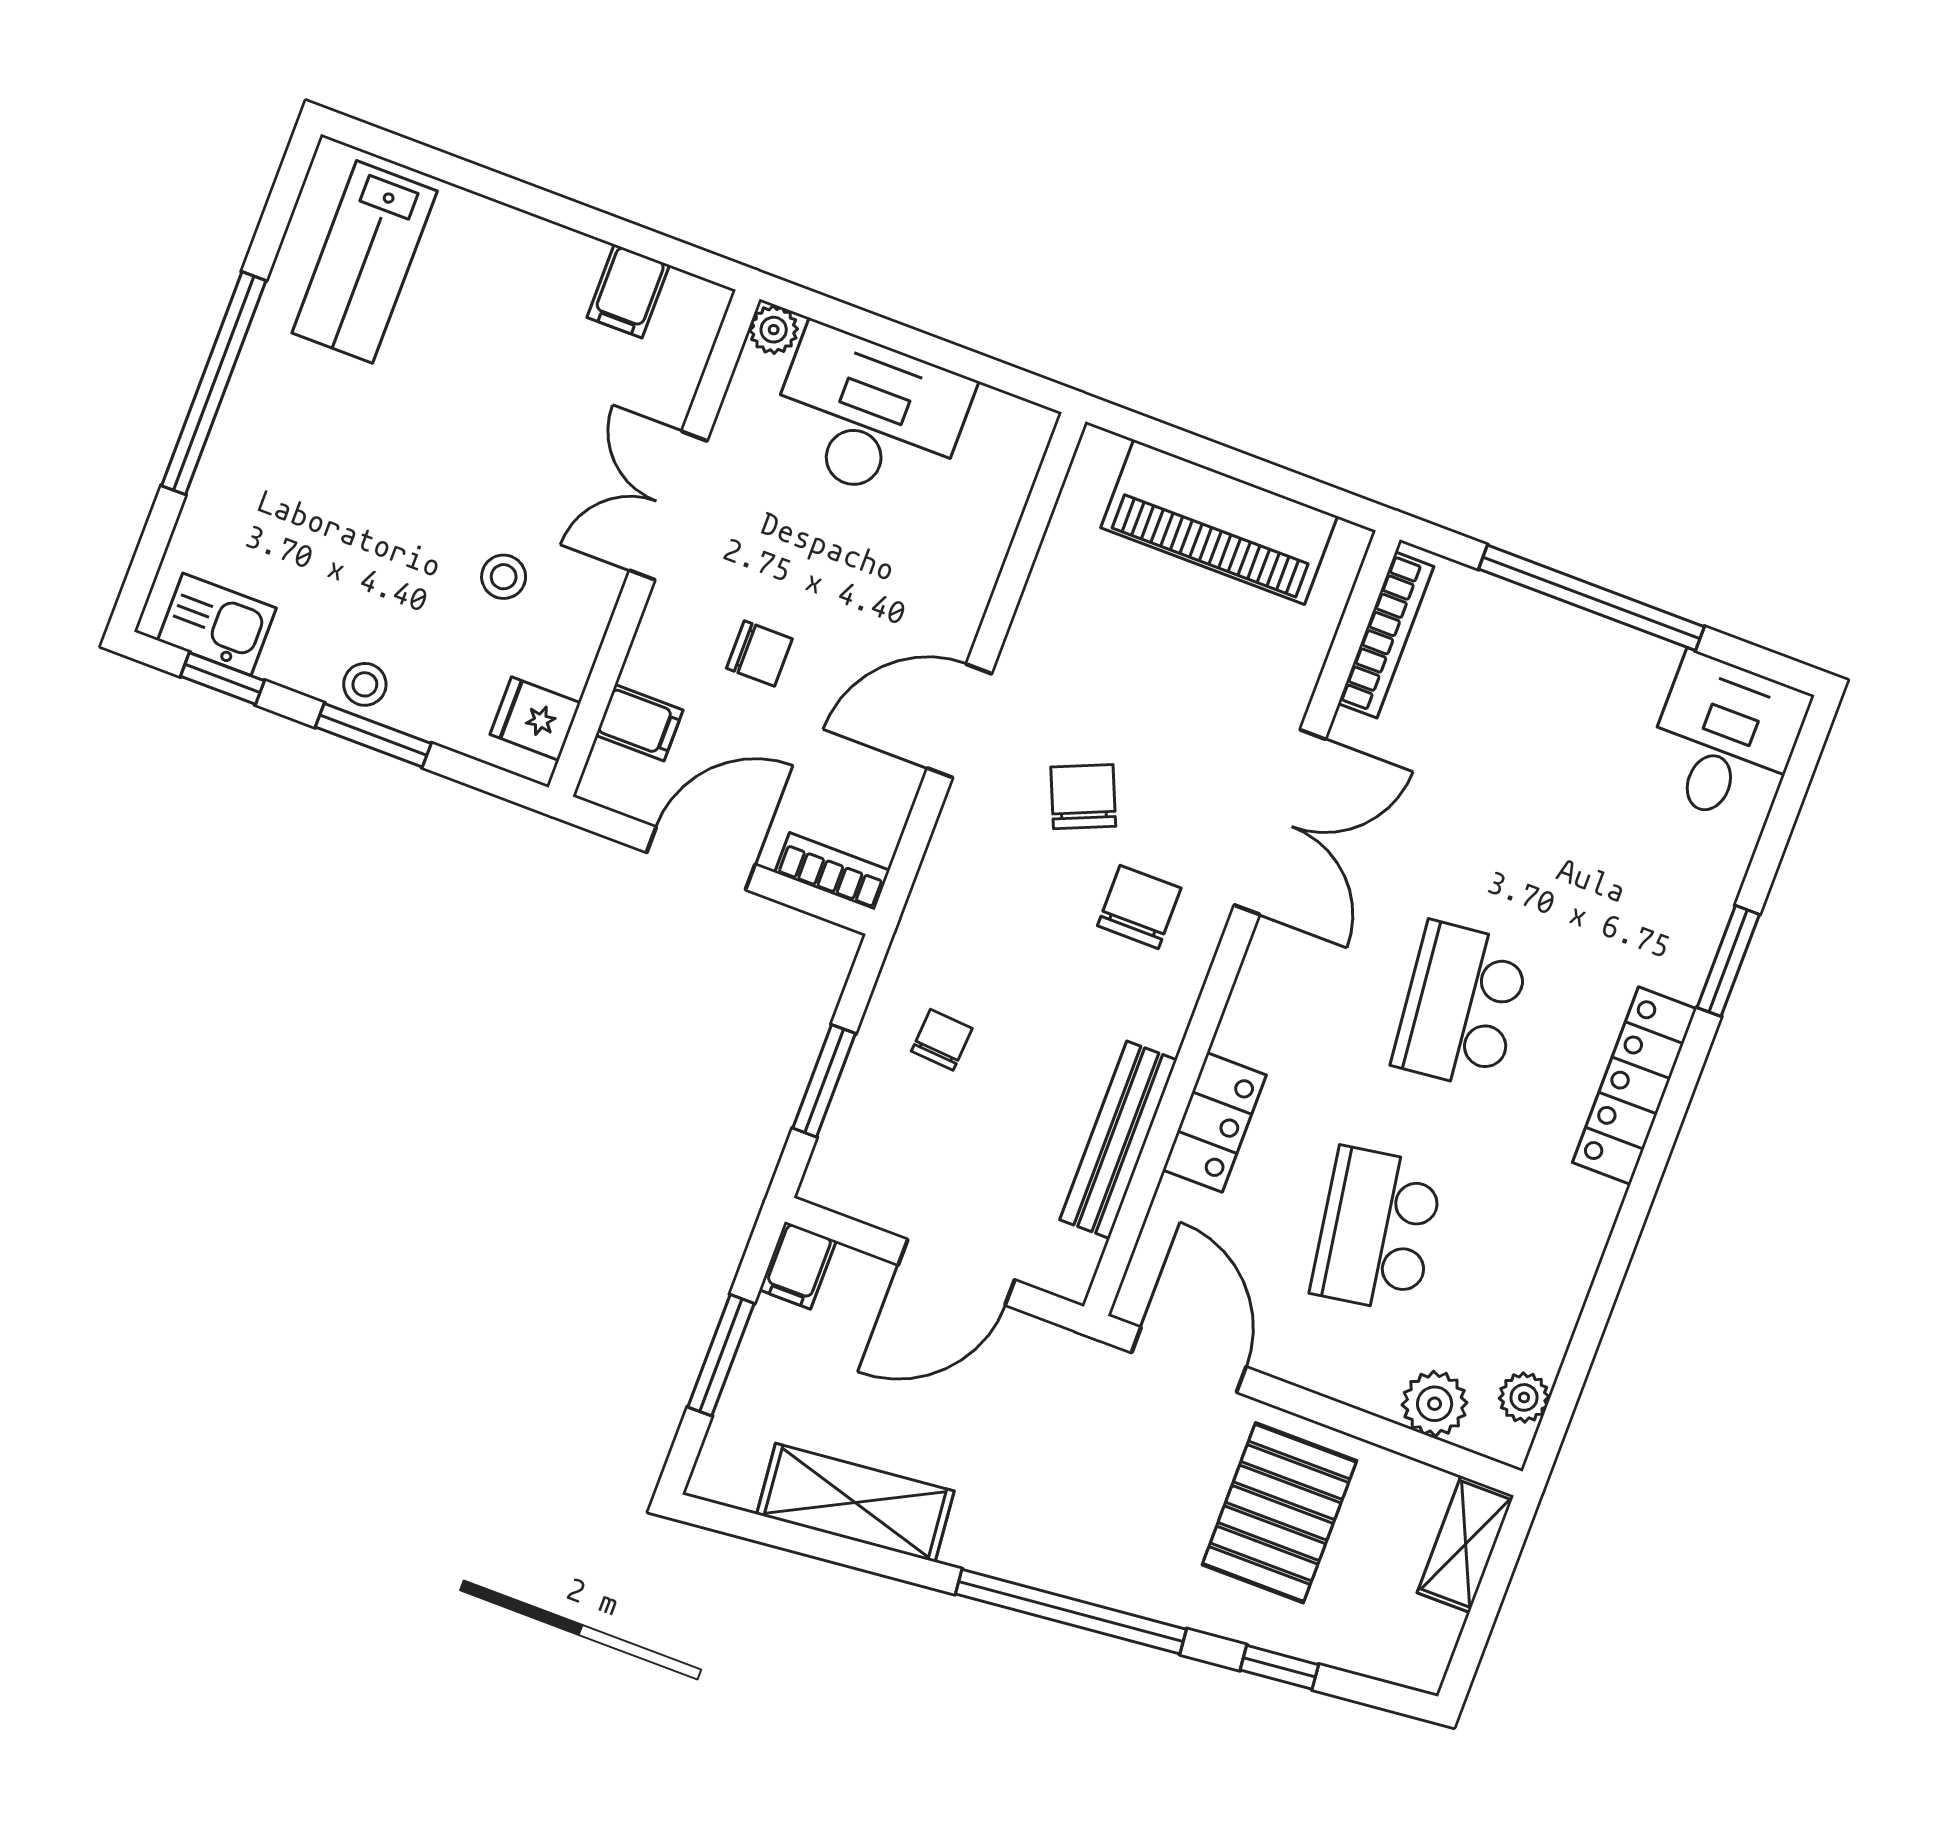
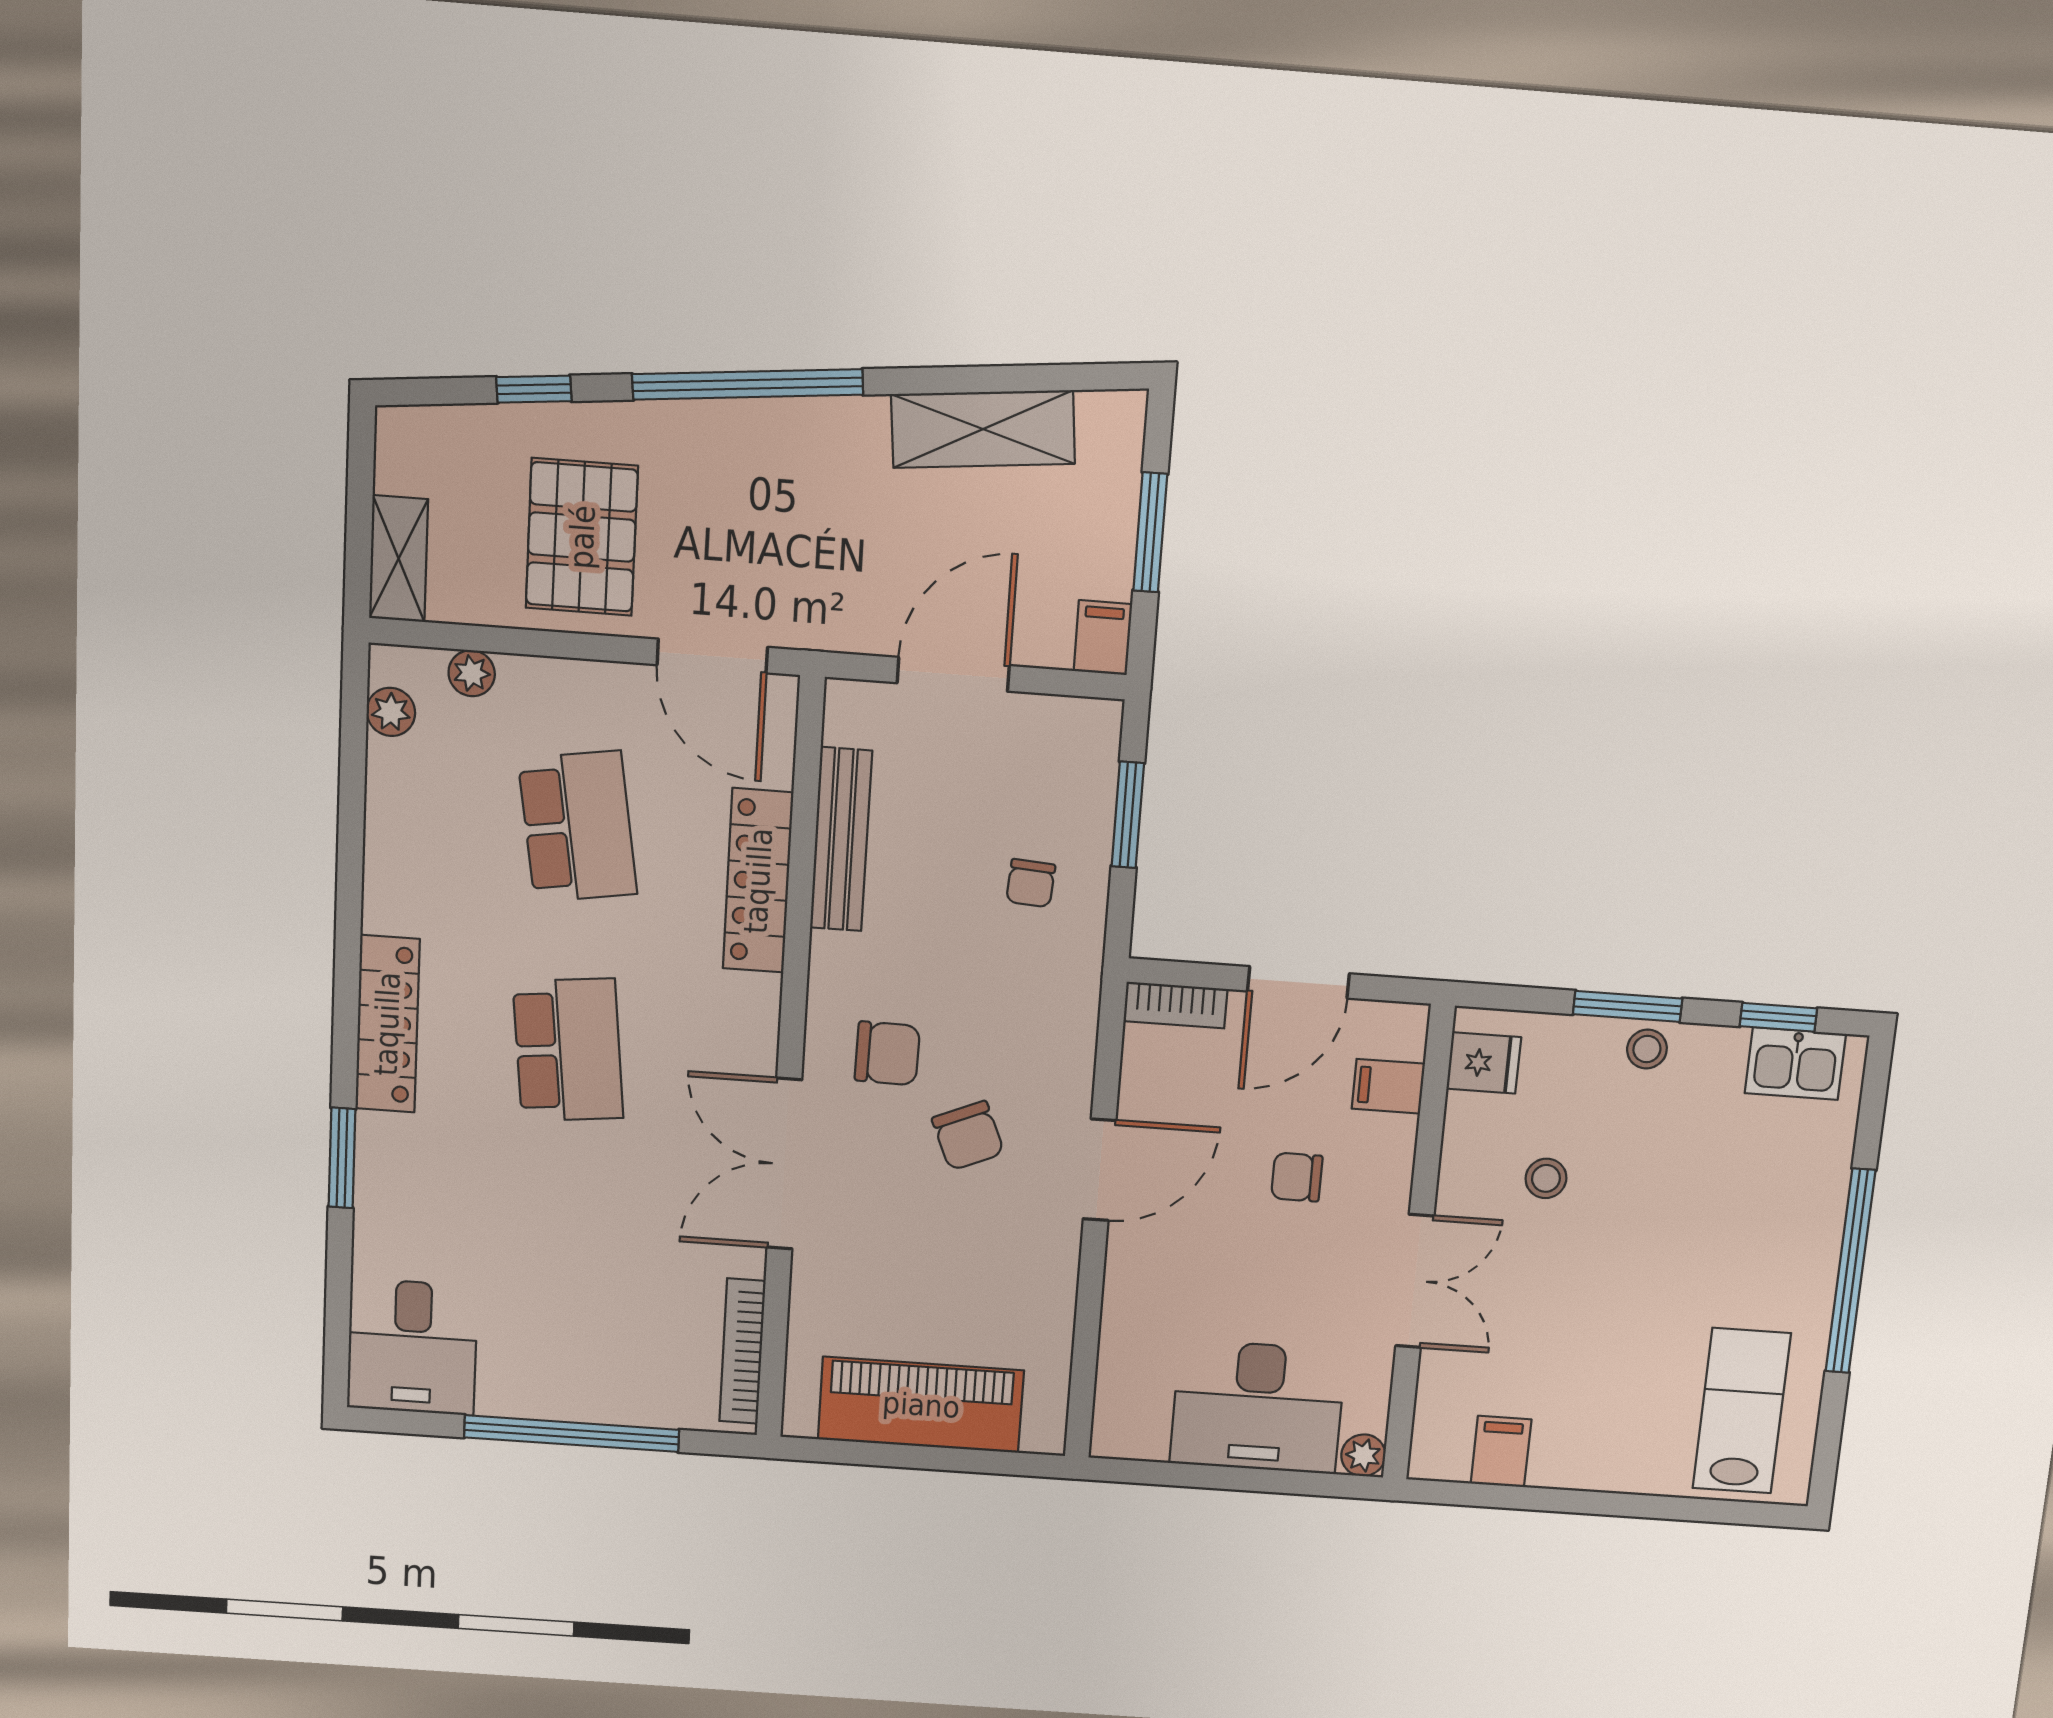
chair: (1139, 907) -> (887, 1053), turned -89
locker: (1214, 1122) -> (758, 881), width x1.53
plant: (1435, 1404) -> (472, 673), width x0.73, depth x0.73

